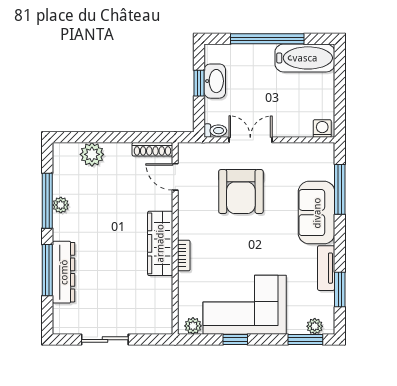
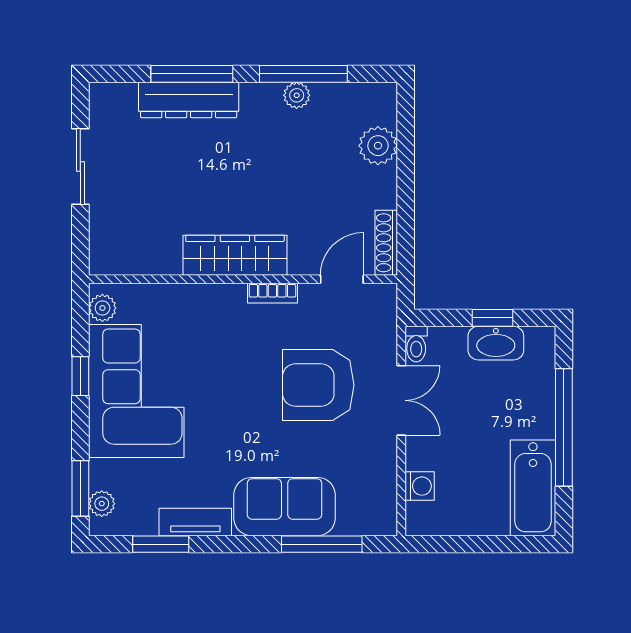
washing machine: (322, 128) -> (420, 486), moved
bookcase: (184, 255) -> (272, 293), moved

